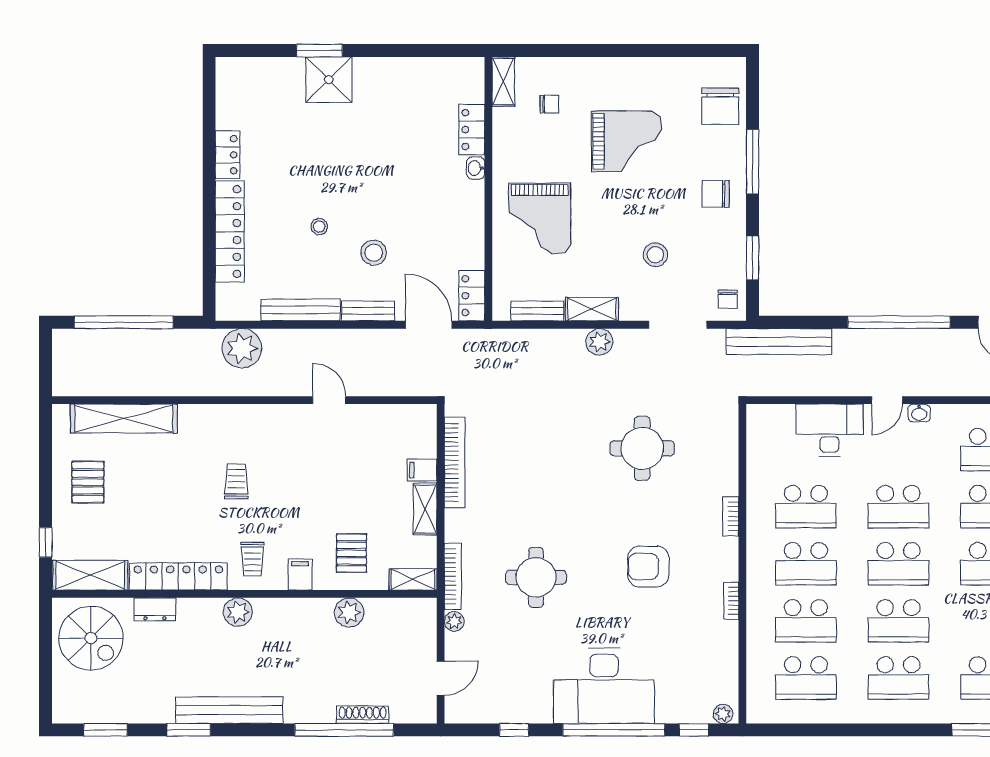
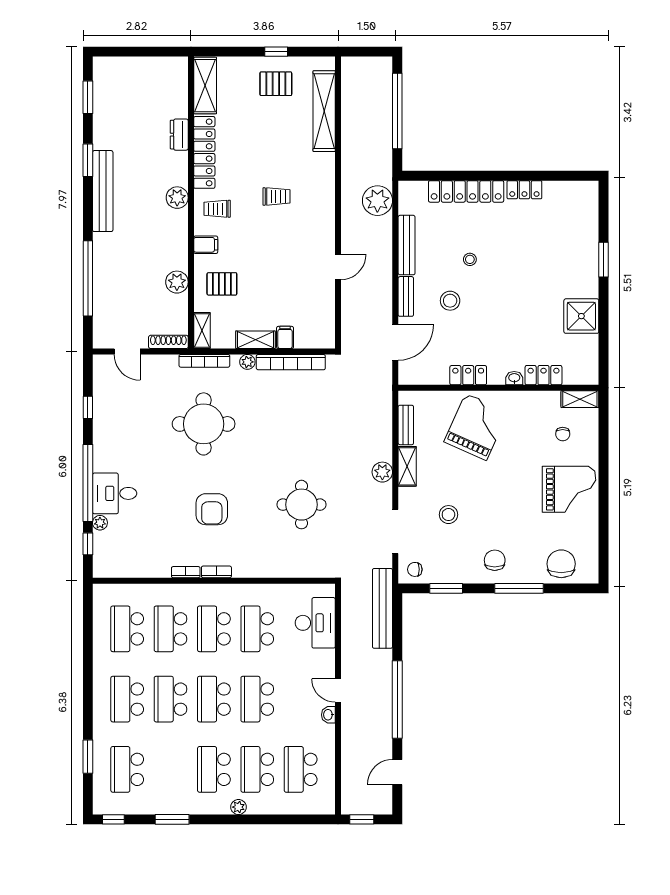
shower: (329, 80) -> (581, 316), moved
chair: (720, 106) -> (561, 564), turned 90
grand piano: (627, 141) -> (569, 489), moved, turned -90
grand piano: (540, 218) -> (476, 427), turned 114
locker: (472, 296) -> (468, 375), moved
desk: (829, 430) -> (315, 623), moved
bookcase: (731, 516) -> (216, 572), moved
window: (46, 542) -> (276, 52), moved
armchair: (648, 566) -> (212, 509), turned 180
round table: (536, 577) -> (204, 424), width x1.36, depth x1.36
plant: (454, 621) -> (247, 362), moved
spiral stairs: (91, 638) -> (157, 86), removed
desk: (604, 686) -> (115, 493), width x0.53, depth x0.77
plant: (723, 714) -> (100, 523), moved
shoe rack: (363, 715) -> (168, 342), moved, turned -90

